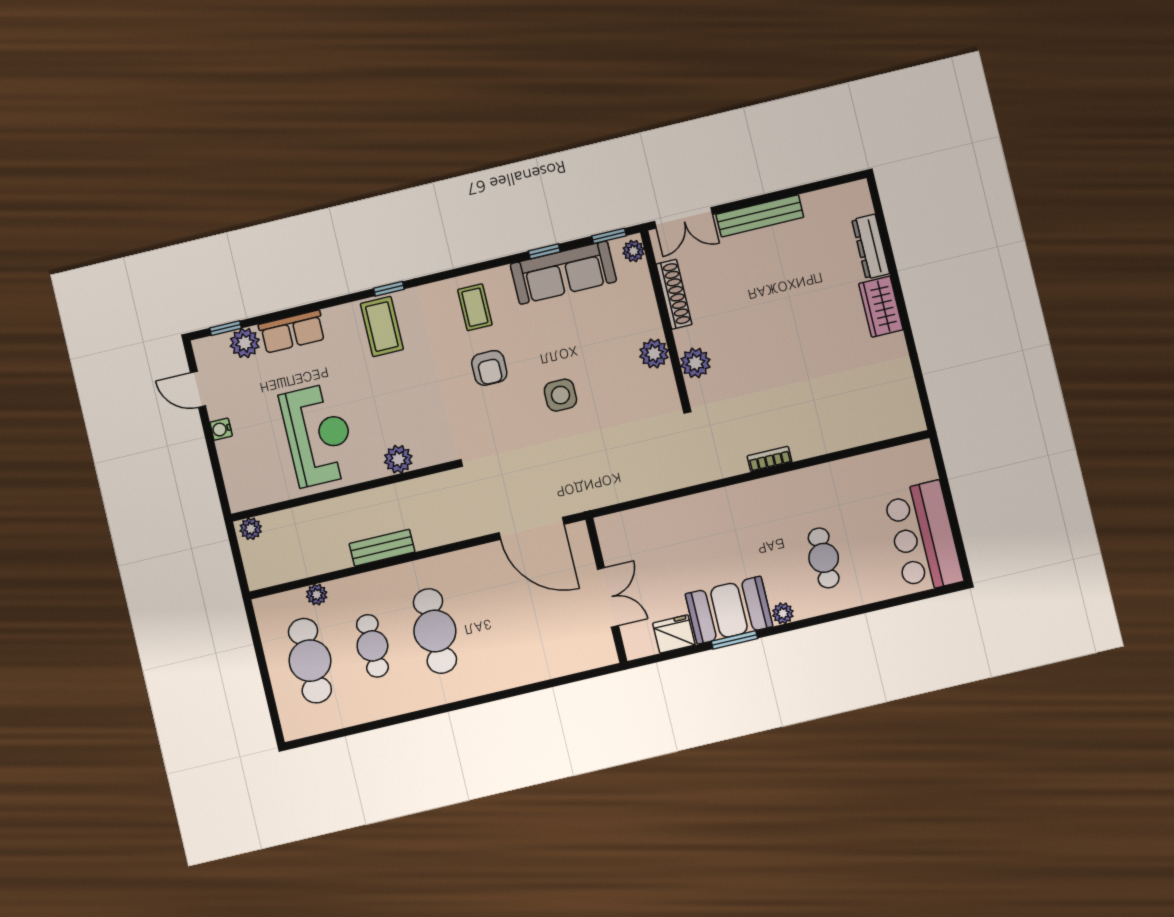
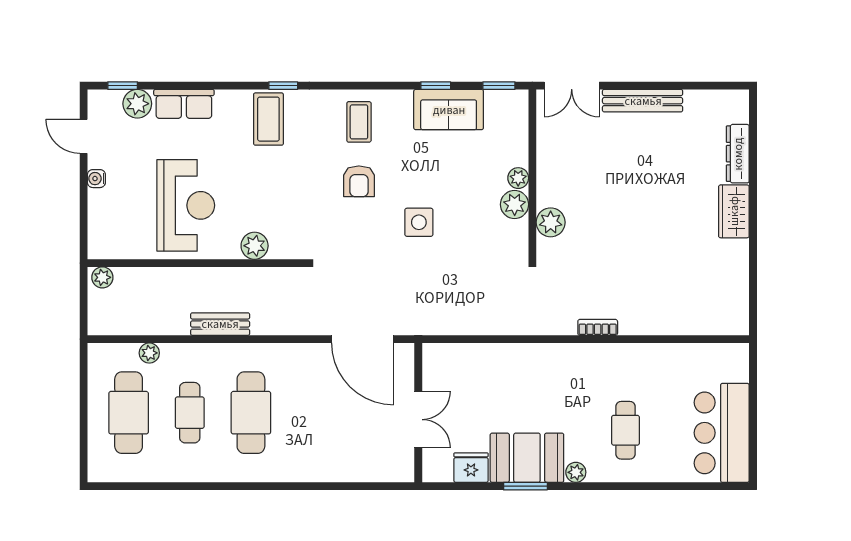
plant: (633, 251) -> (518, 178), moved
sofa: (563, 273) -> (449, 110), width x0.73
shoe rack: (674, 294) -> (546, 154), removed

